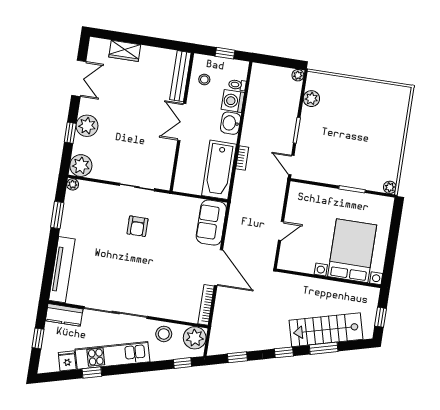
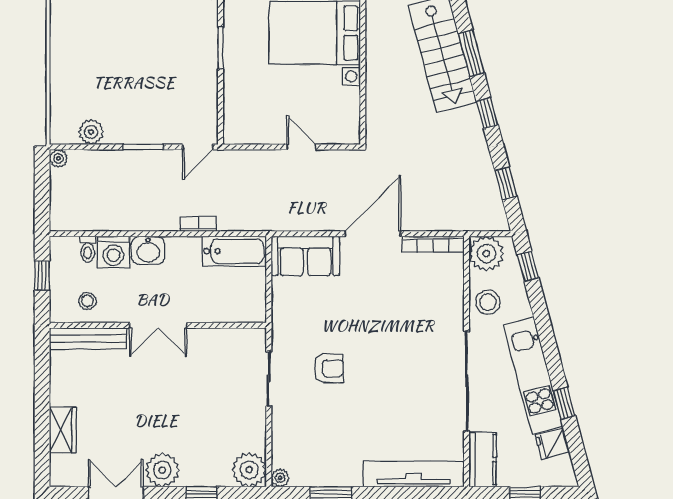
plant: (87, 126) -> (162, 470), moved
bathtub: (219, 170) -> (234, 251), width x0.73, depth x0.73

